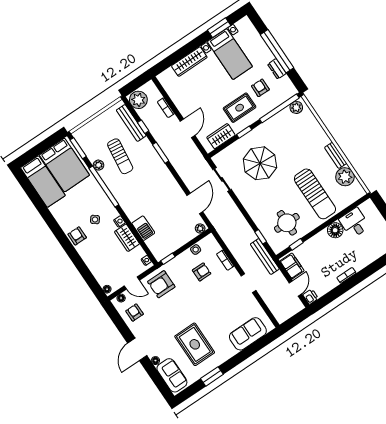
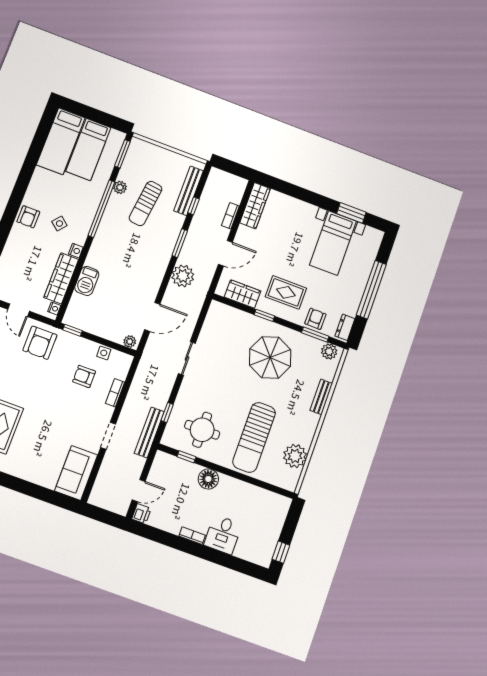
wardrobe: (189, 62) -> (255, 206), moved, turned -90
dresser: (277, 69) -> (345, 327), moved
armchair: (260, 88) -> (315, 319), moved
plant: (138, 100) -> (183, 276), moved
window: (279, 108) -> (315, 334), width x0.47
bench: (336, 155) -> (321, 397), moved
parasol: (260, 163) -> (270, 357), moved
bed: (64, 165) -> (88, 149), width x0.67
sliding door: (222, 179) -> (187, 358), moved
desk: (354, 223) -> (223, 535), moved, turned 180
floor lamp: (335, 230) -> (208, 479), moved
armchair: (77, 236) -> (28, 217), turned 180
wardrobe: (127, 238) -> (61, 278), width x1.50
filing cabinet: (292, 266) -> (160, 469), removed
armchair: (202, 272) -> (84, 376), turned 180
armchair: (161, 284) -> (40, 343), turned -90
sofa: (248, 334) -> (76, 473), moved, turned -90

